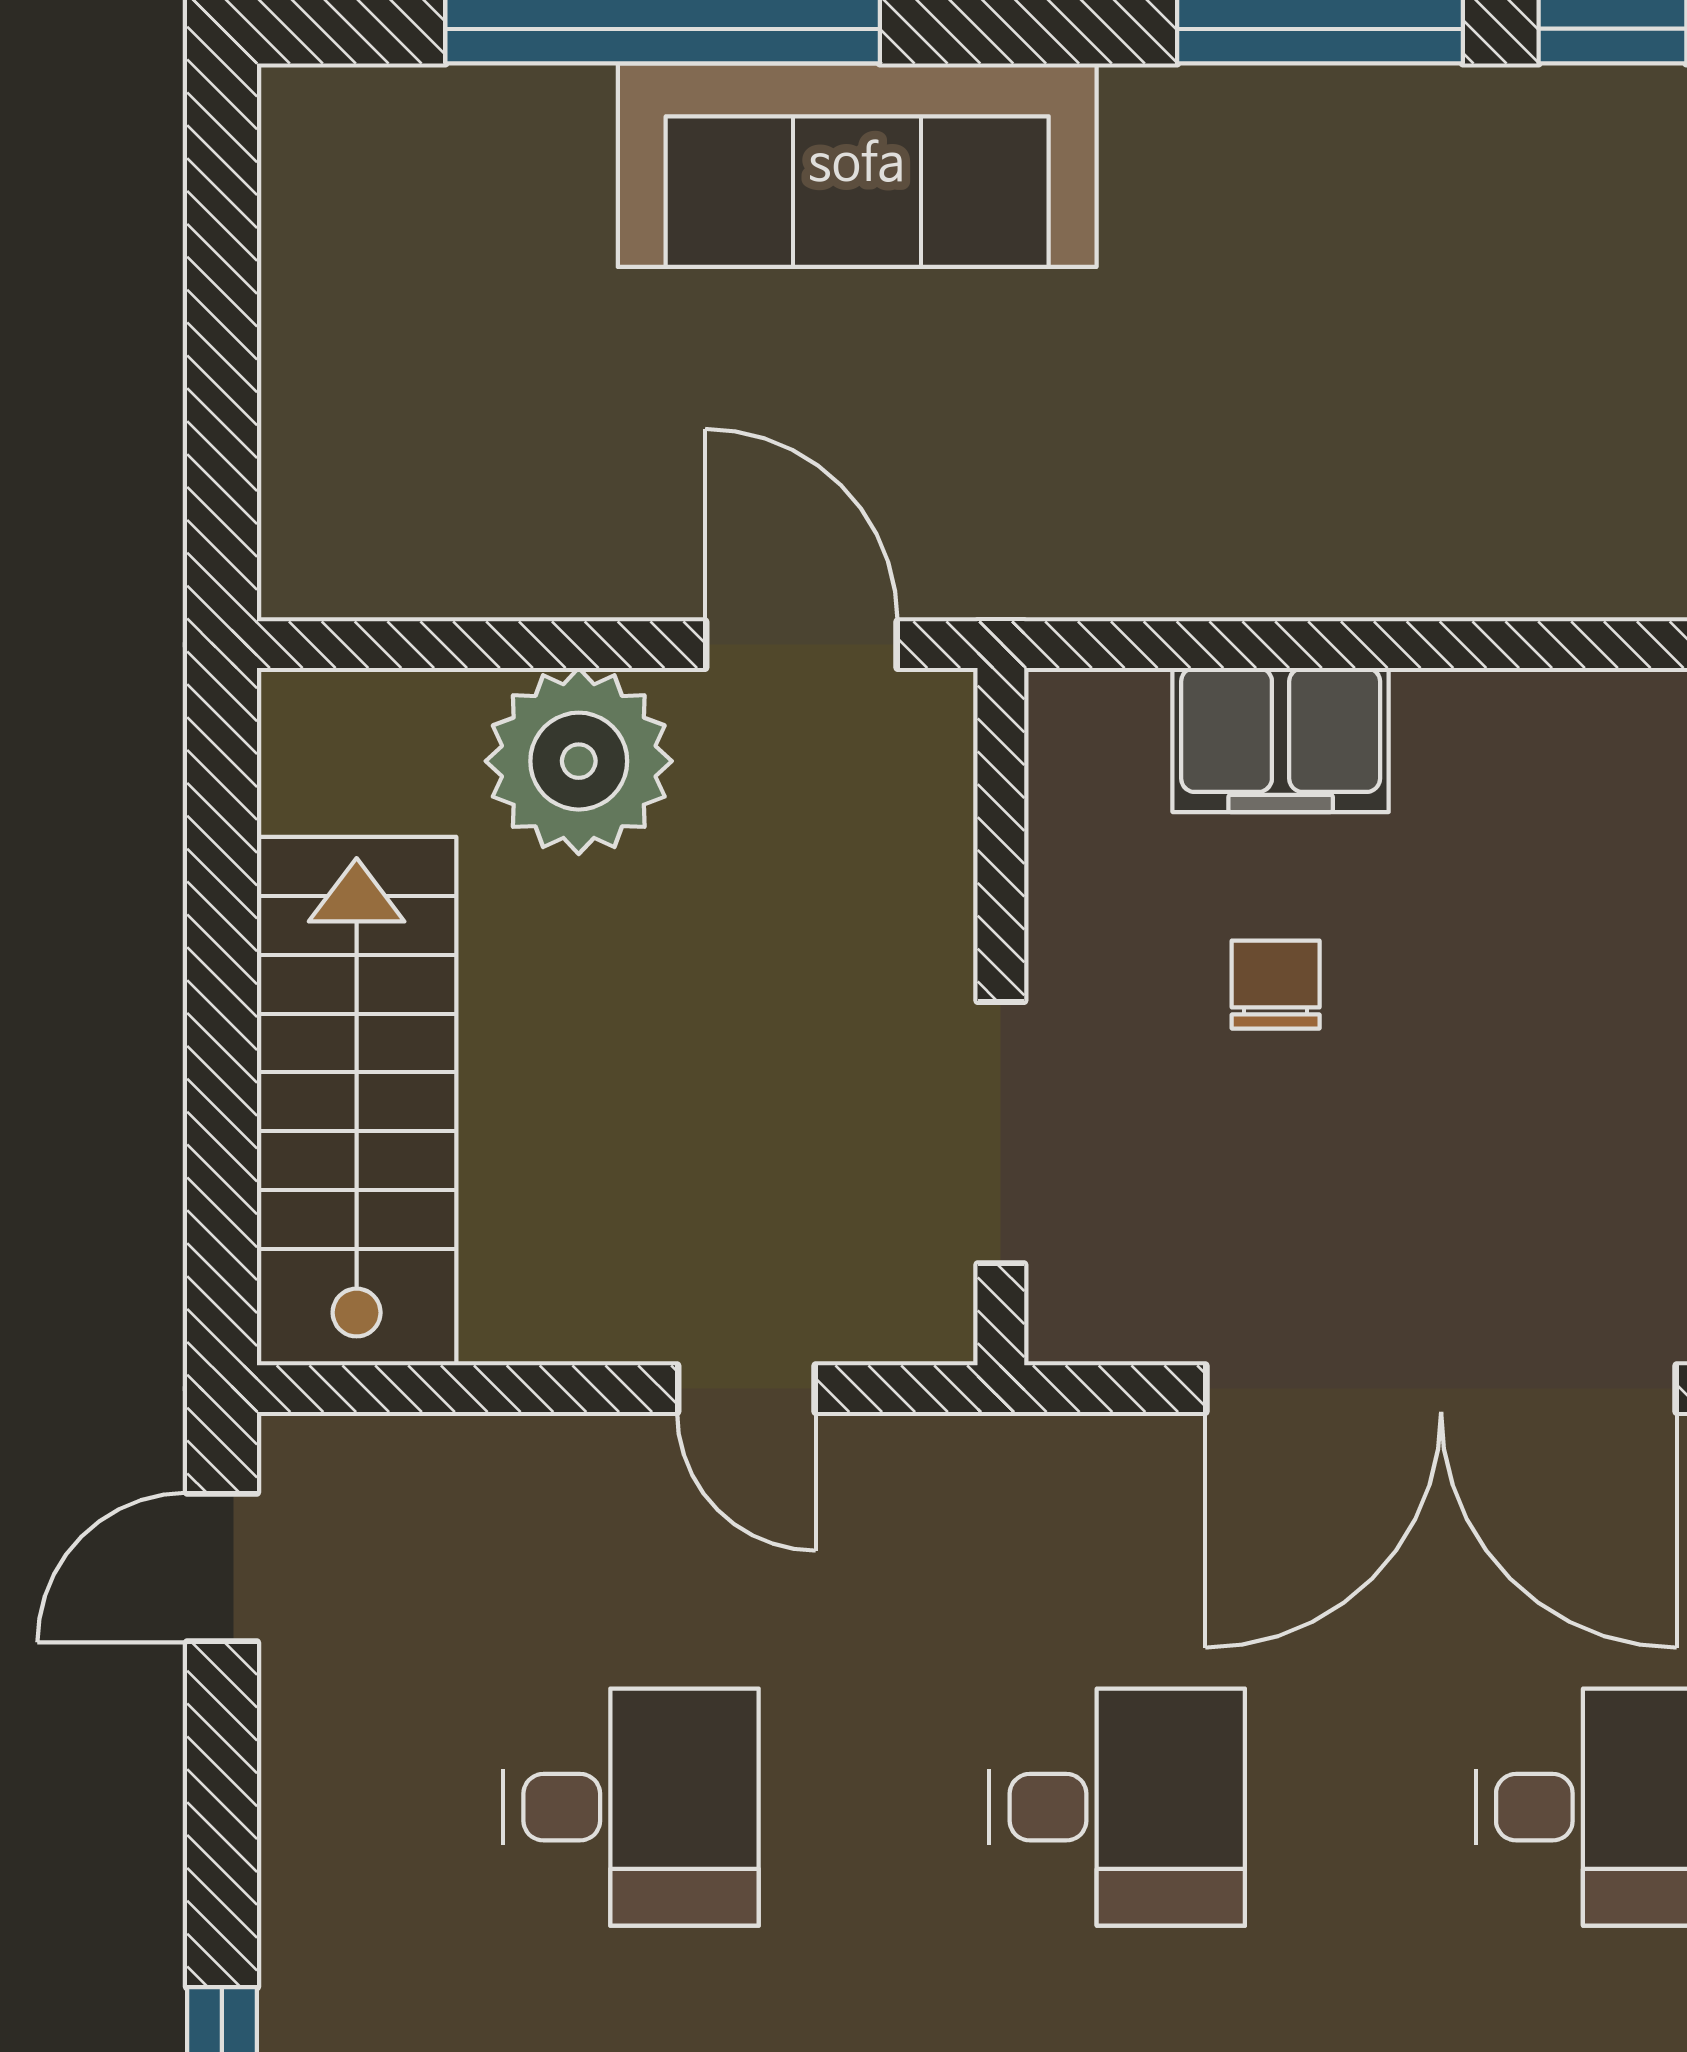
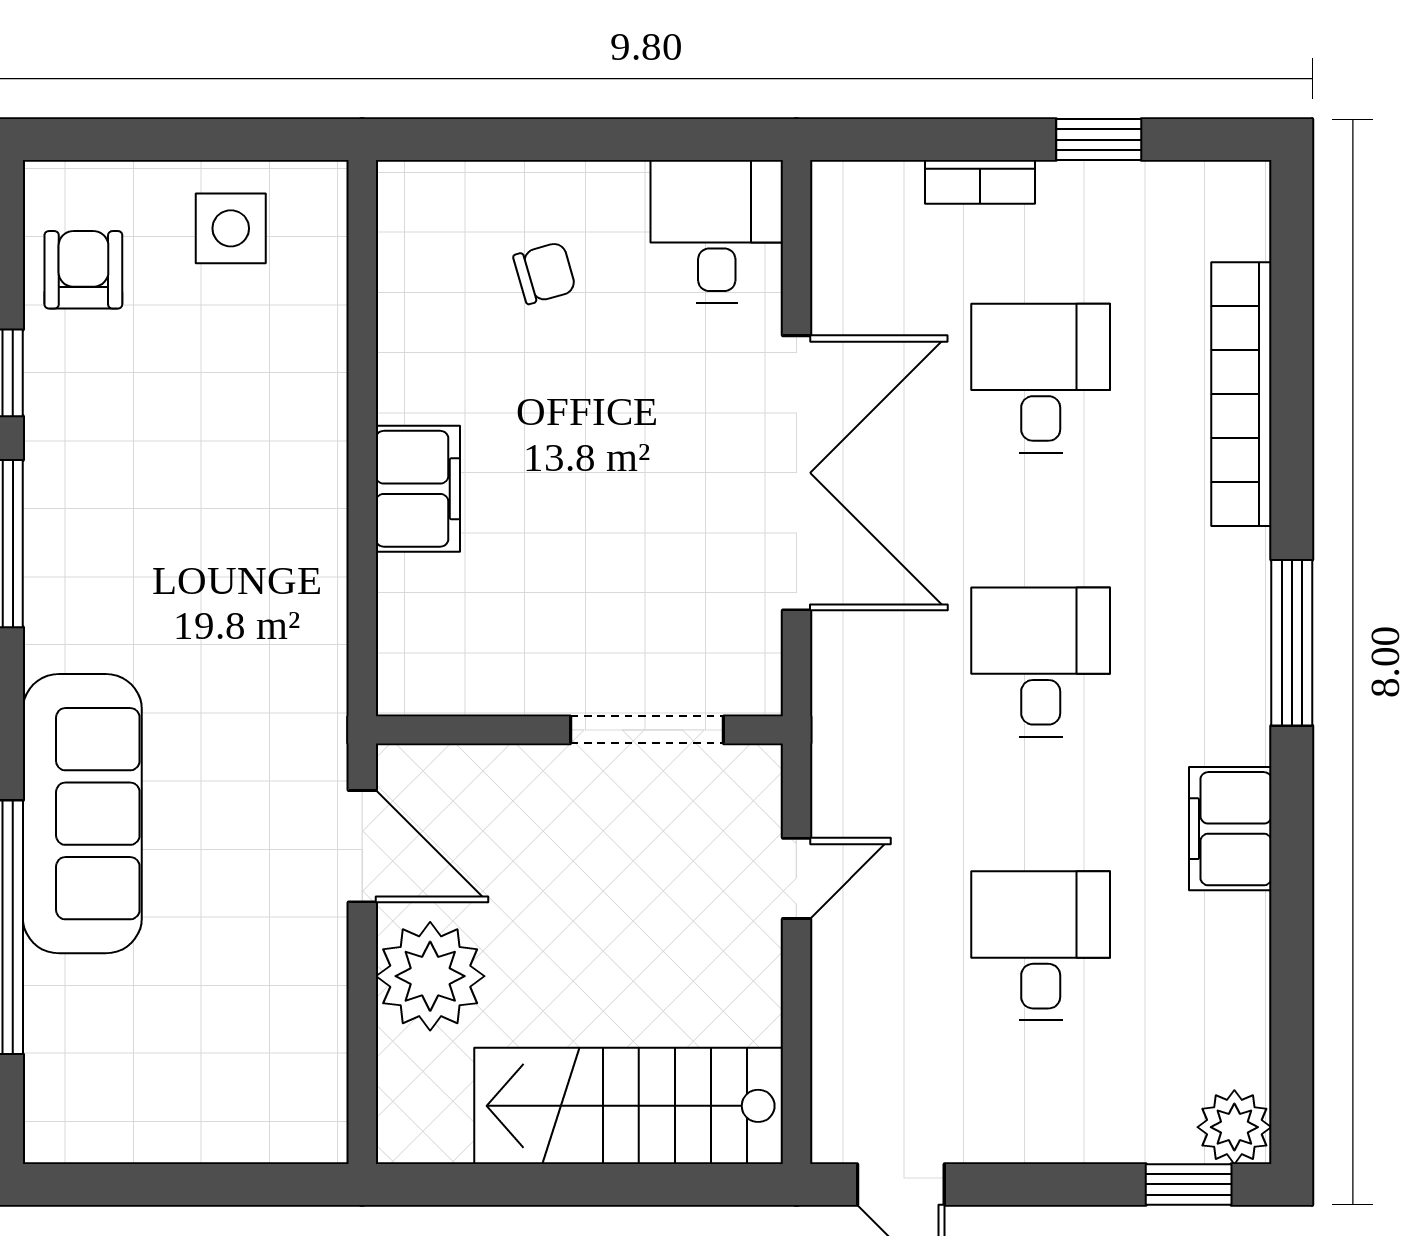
door: (801, 645) -> (362, 846), swing flipped
filing cabinet: (1281, 740) -> (418, 489), moved
chair: (1276, 985) -> (561, 569), removed

